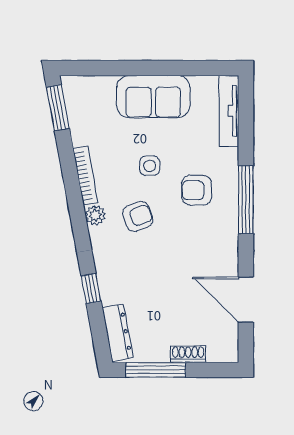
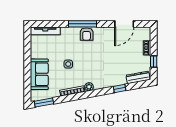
sofa: (153, 97) -> (39, 74), moved
armchair: (197, 190) -> (87, 34), moved
armchair: (138, 216) -> (89, 69), removed
window: (156, 370) -> (154, 61), width x0.46

